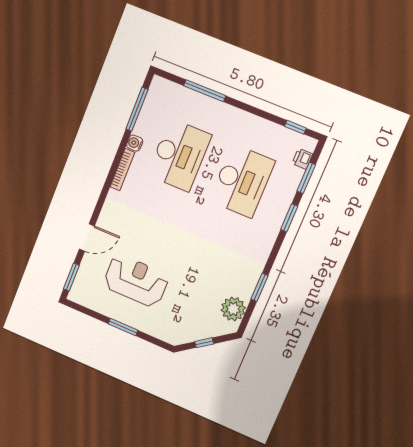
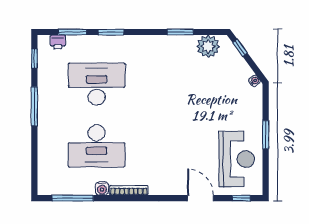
window: (205, 91) -> (34, 106), moved
desk: (179, 155) -> (97, 146), turned 180
window: (71, 277) -> (241, 198), width x0.67
reception desk: (136, 281) -> (237, 159), moved, turned 180
water cooler: (180, 339) -> (255, 81), added
window: (204, 343) -> (240, 48), moved

